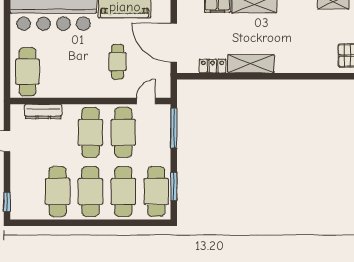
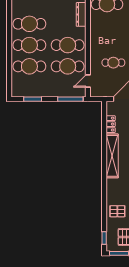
shelving: (251, 64) -> (112, 156), width x1.47
door: (146, 101) -> (88, 81), swing flipped
cafe table: (156, 191) -> (29, 88), removed

